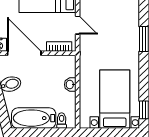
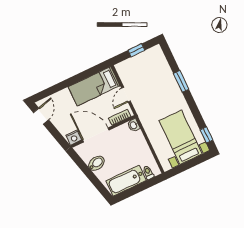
door: (78, 25) -> (126, 95), swing flipped
washbasin: (70, 85) -> (134, 125), moved

